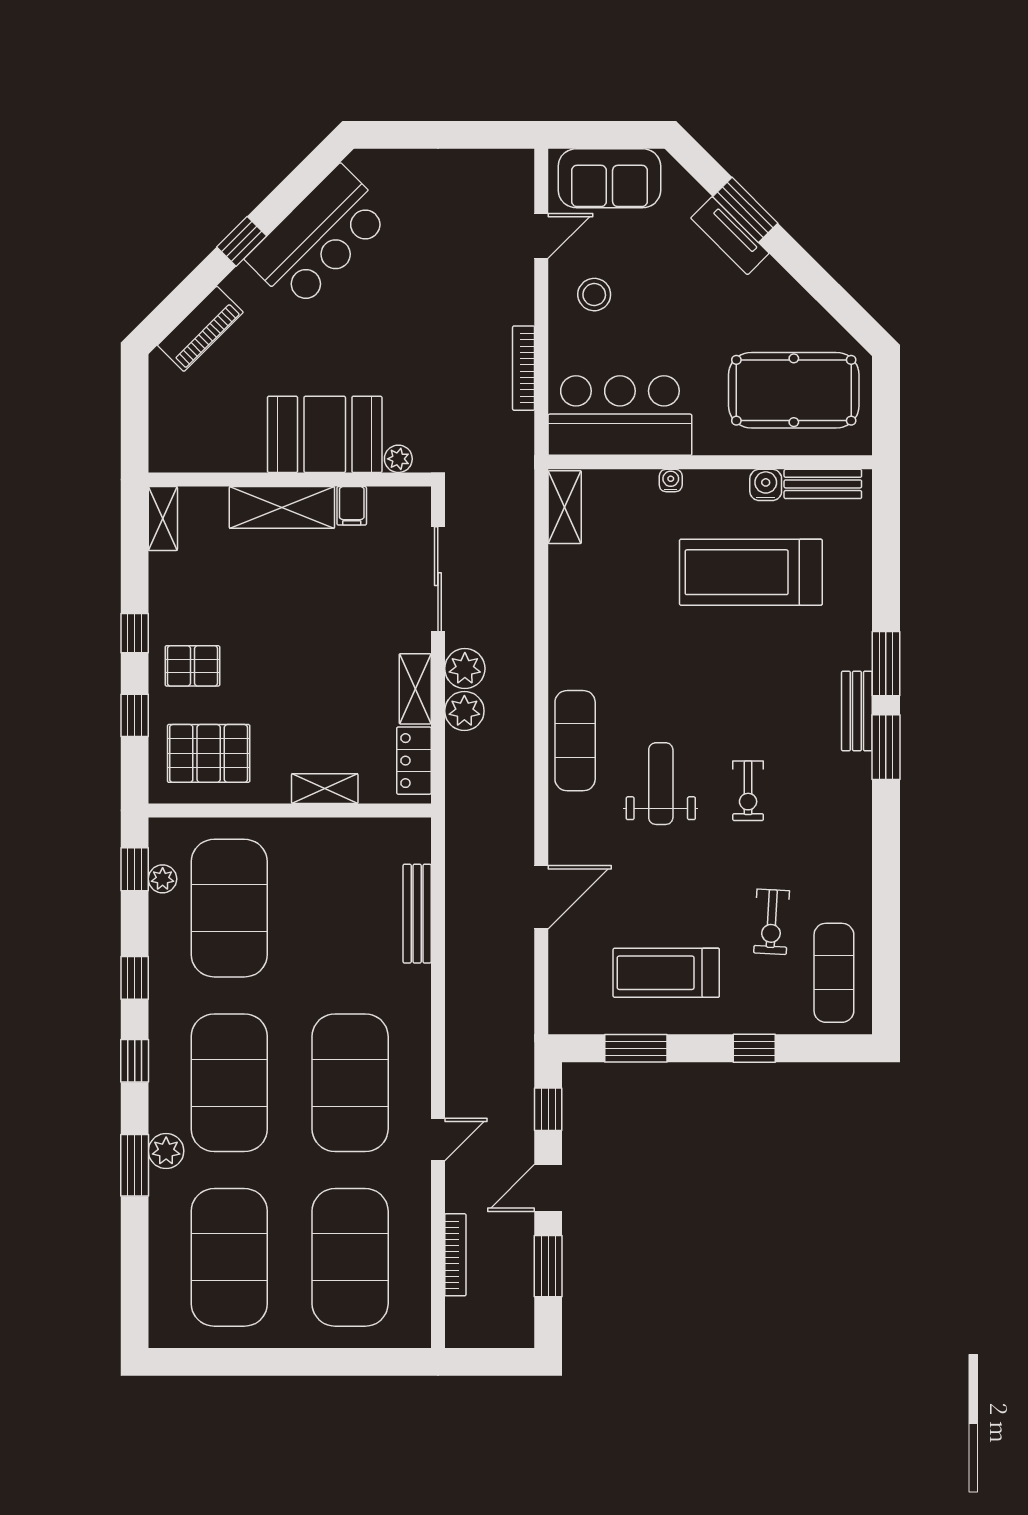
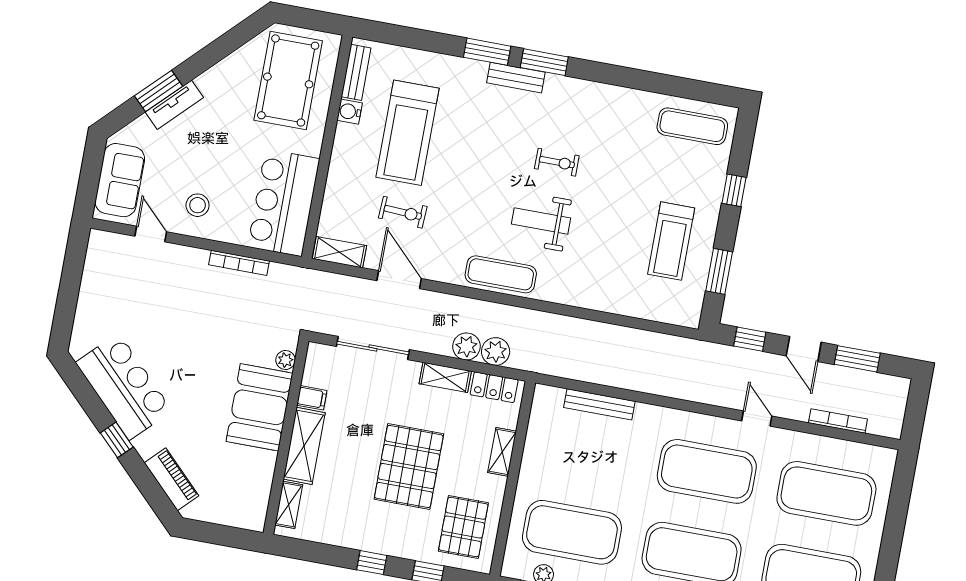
water cooler: (671, 481) -> (335, 176), removed
shelving: (163, 519) -> (289, 505), moved, turned 90
pallet: (192, 666) -> (409, 467), moved, width x2.05, depth x2.00
plant: (465, 669) -> (496, 351), moved
door: (541, 897) -> (399, 280), moved
exercise bike: (772, 922) -> (403, 212), moved

